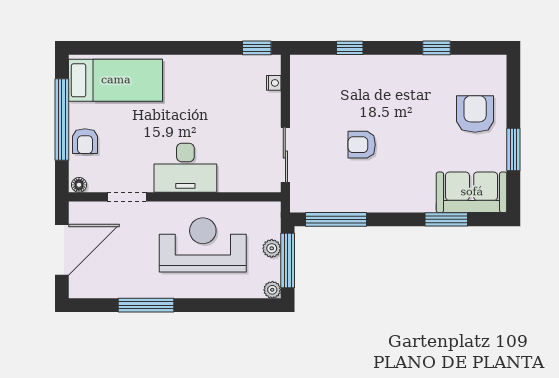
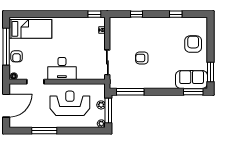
window: (513, 150) -> (211, 72), moved
window: (446, 219) -> (193, 92), moved

